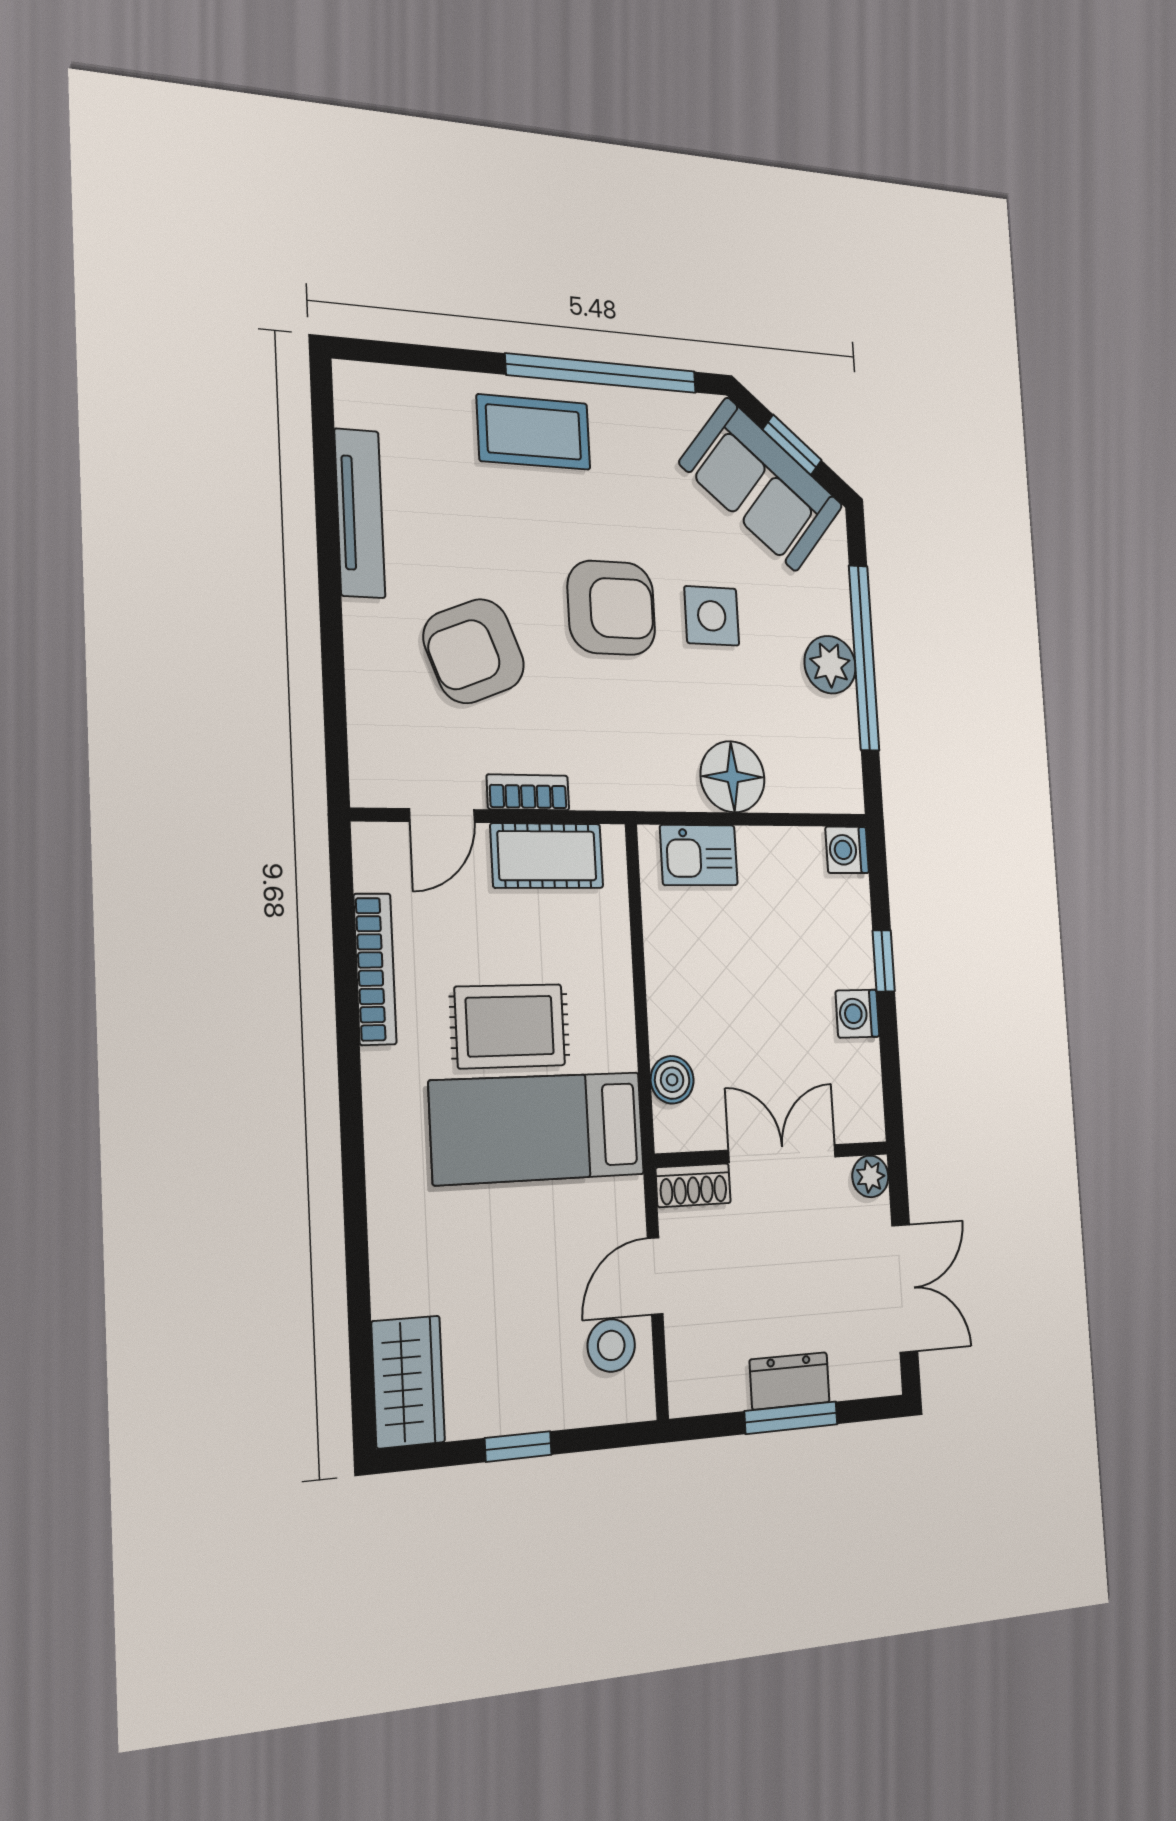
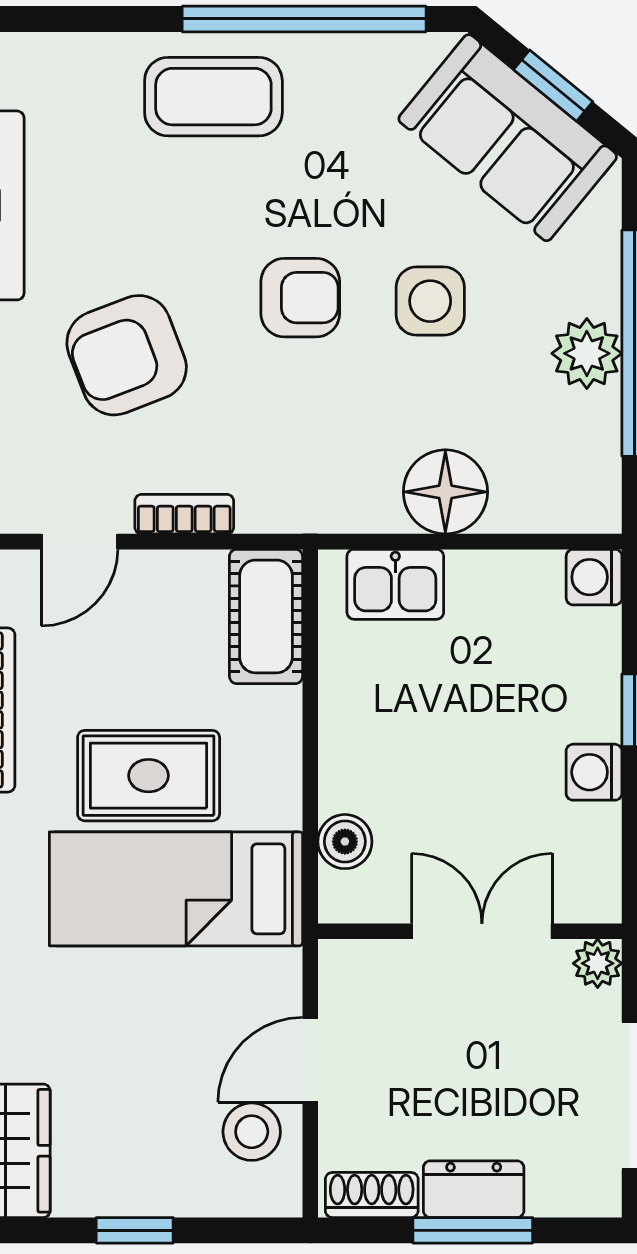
armchair: (611, 608) -> (300, 298), width x0.72, depth x0.72
cot: (547, 856) -> (266, 616), moved, turned 90
shoe rack: (693, 1185) -> (372, 1195), moved, turned 180

